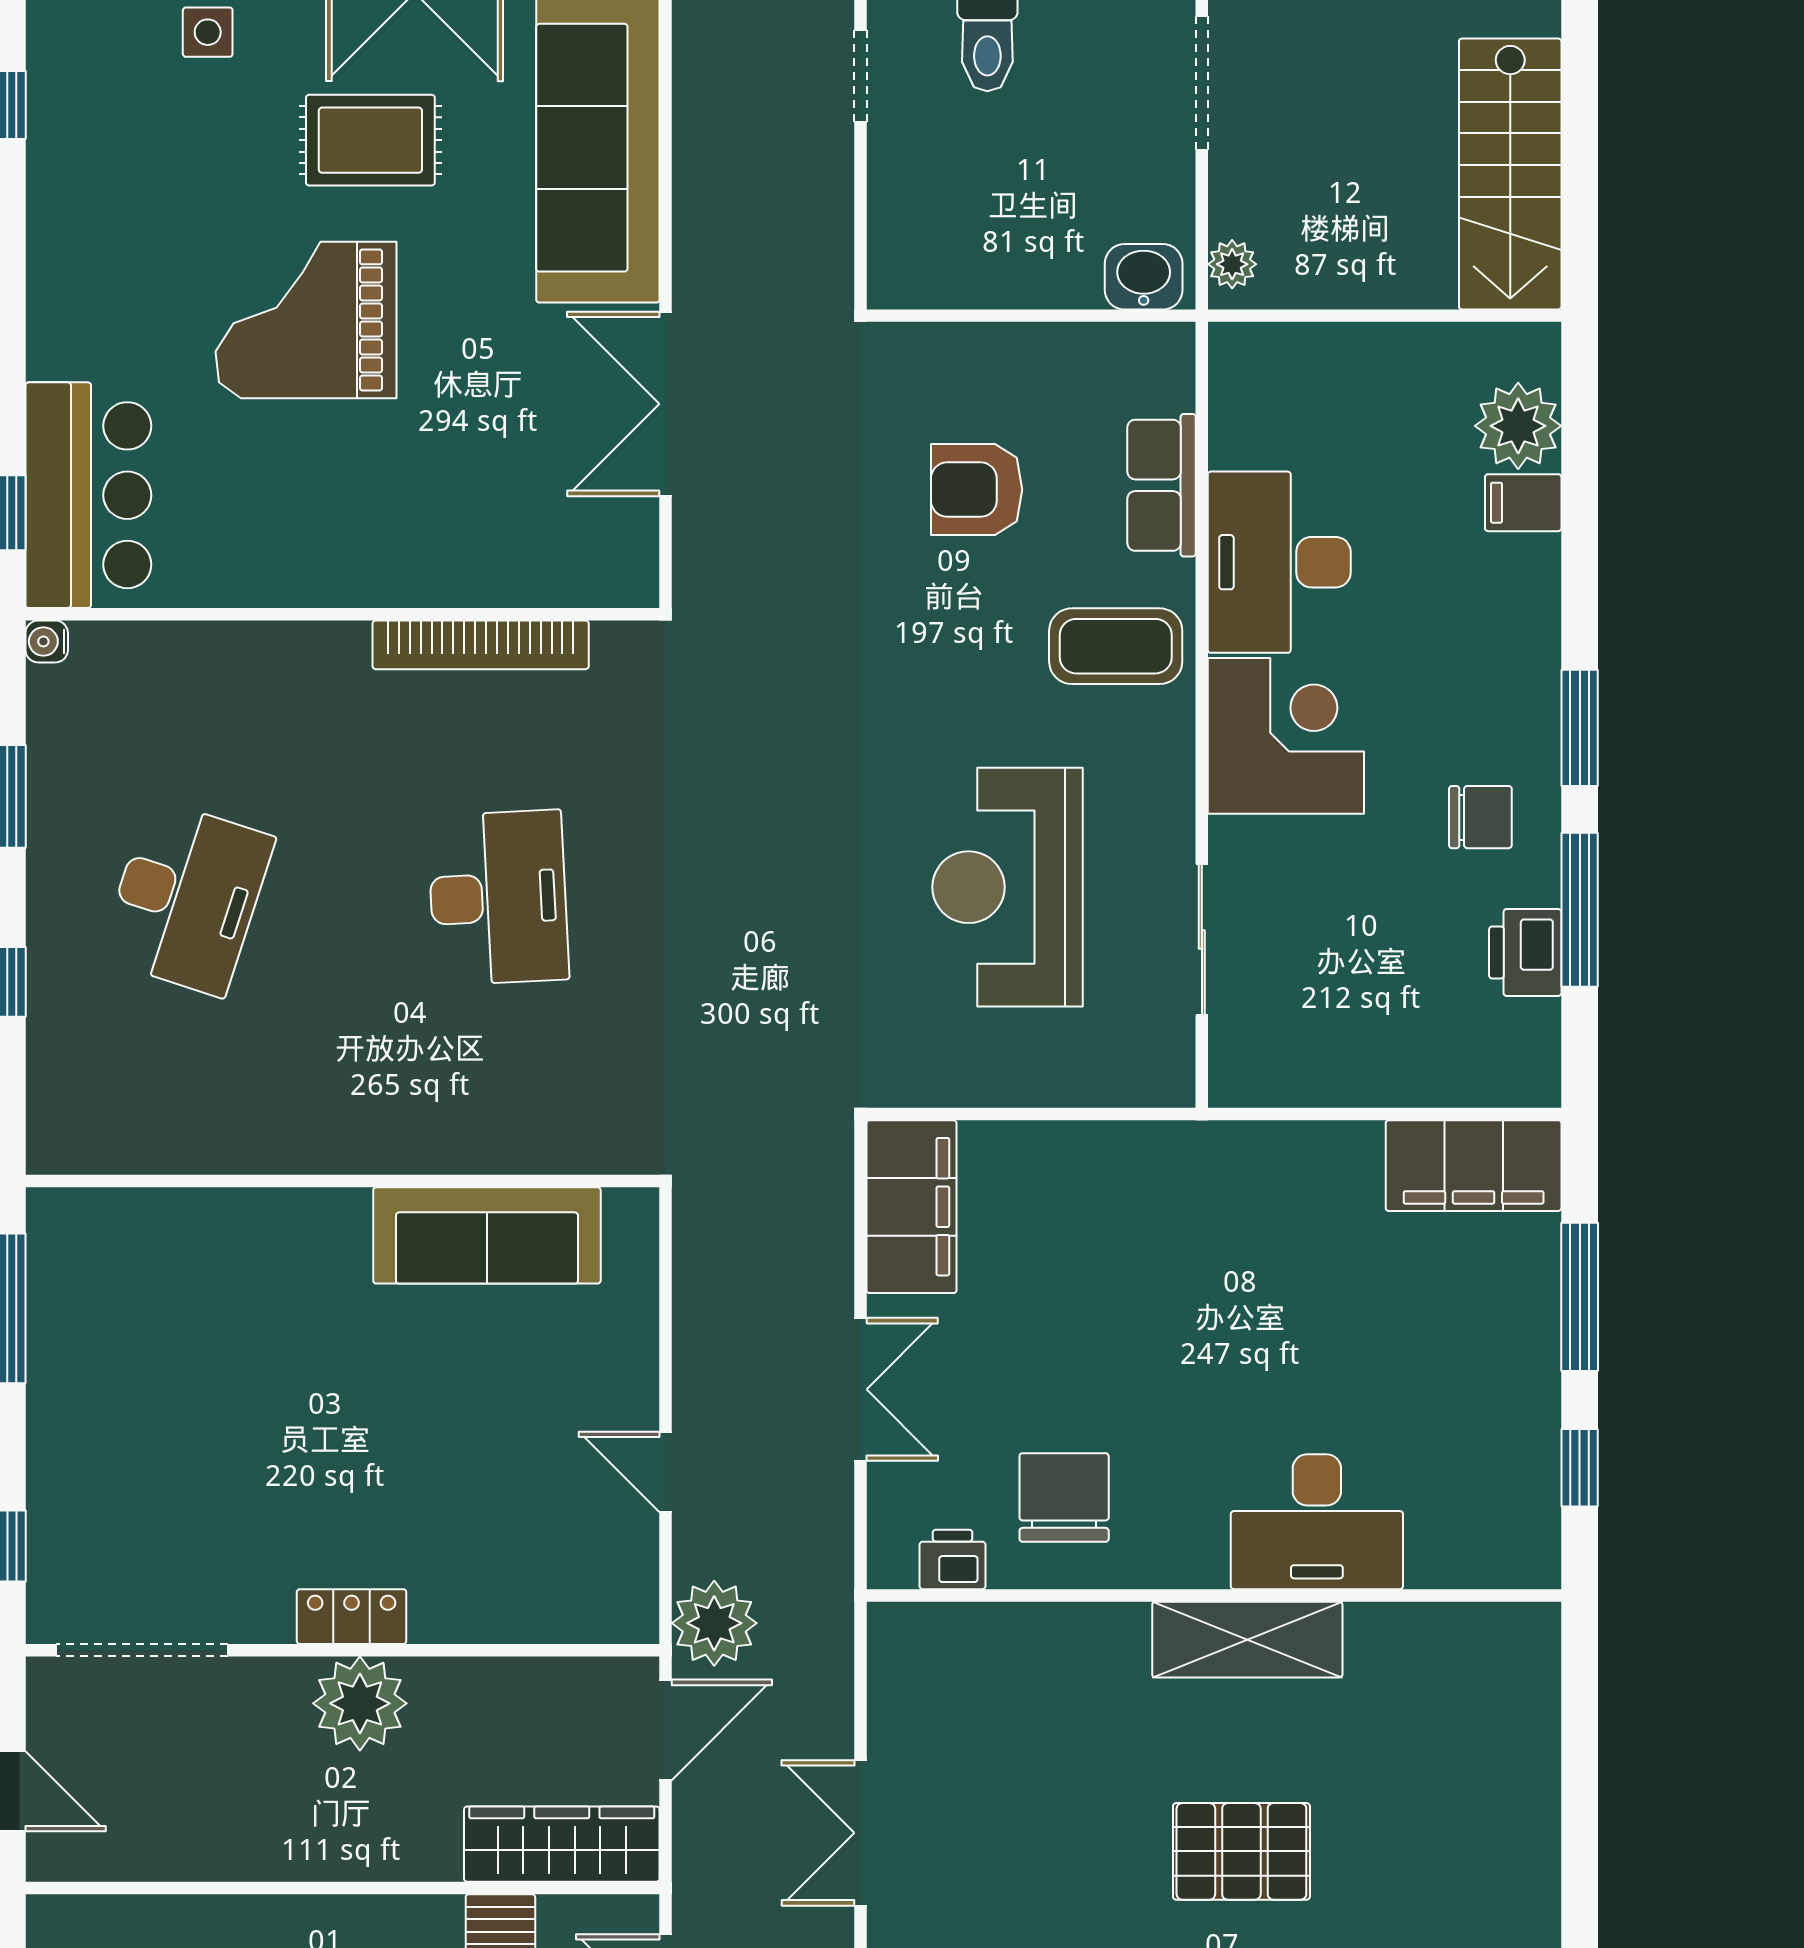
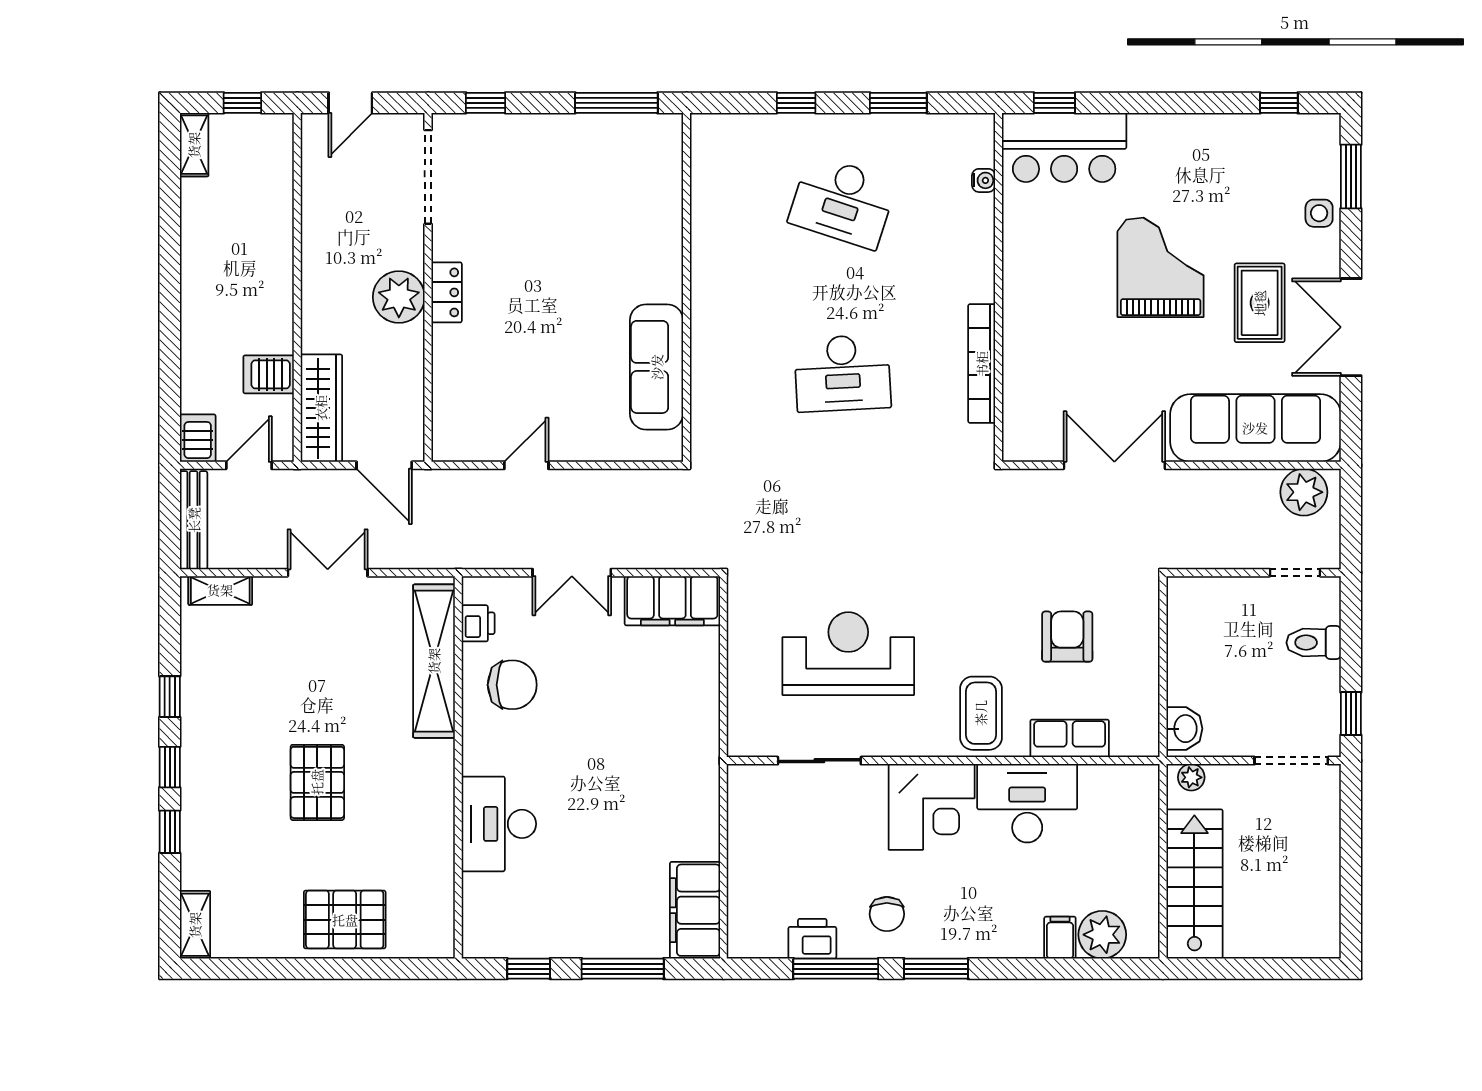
stairs: (1510, 174) -> (1194, 884), moved, turned 90
water cooler: (47, 641) -> (984, 180), moved, turned 90
plant: (714, 1623) -> (1304, 492), moved
shelving: (1247, 1640) -> (434, 661), moved, width x1.47
pallet: (1490, 1802) -> (345, 920), added

